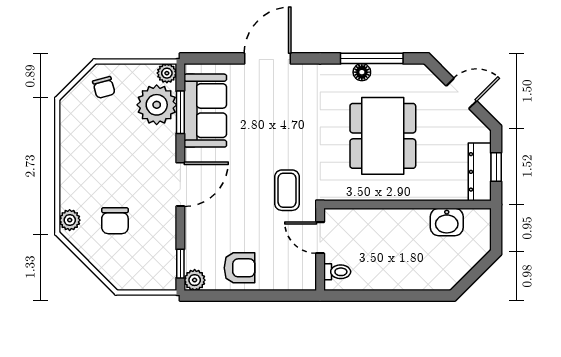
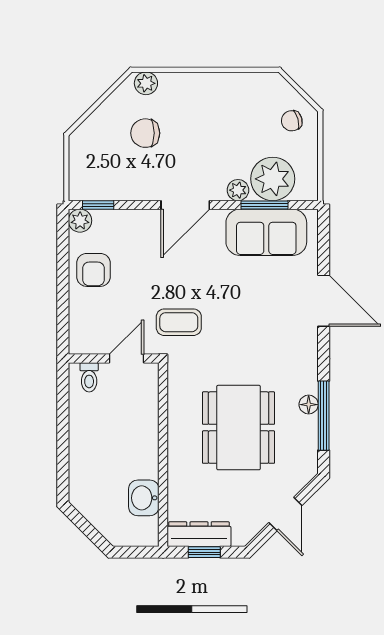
plant: (167, 73) -> (238, 190), moved
dining table: (383, 136) -> (239, 428), turned 90
door: (180, 184) -> (185, 205), hinge flipped

